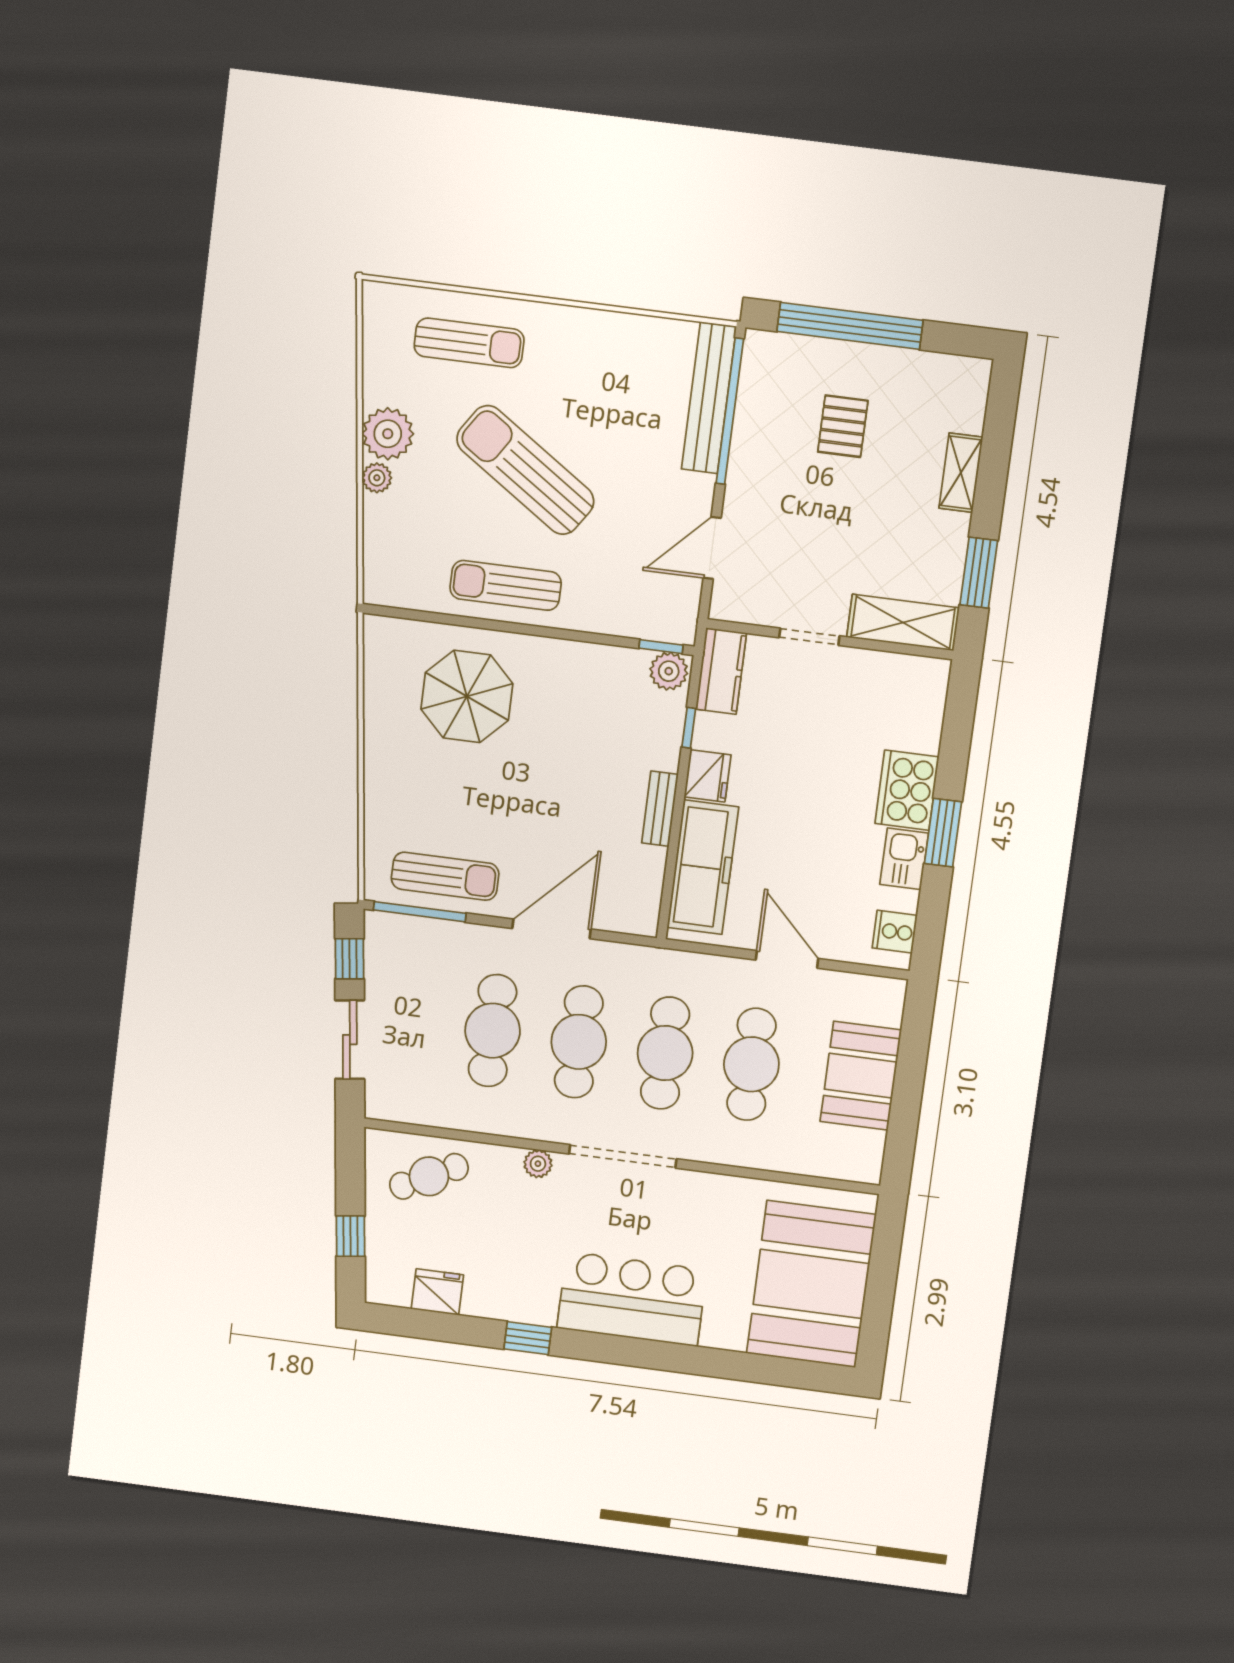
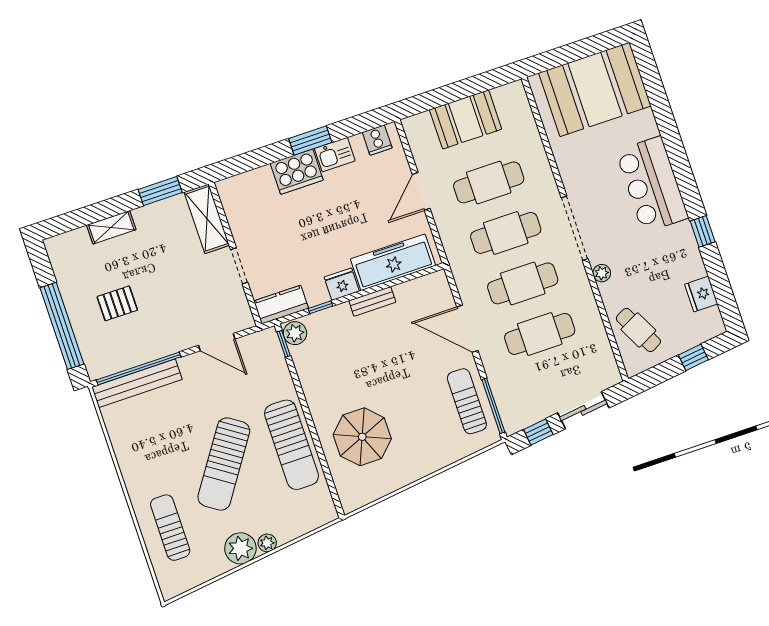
sun lounger: (506, 585) -> (291, 445), width x1.36, depth x1.34

